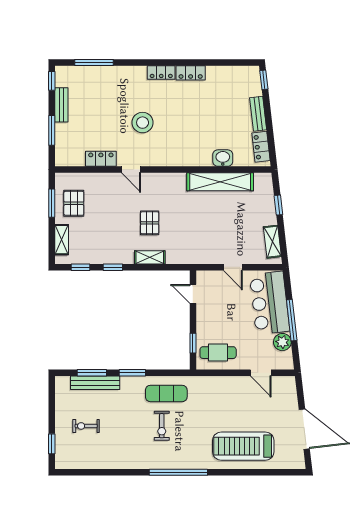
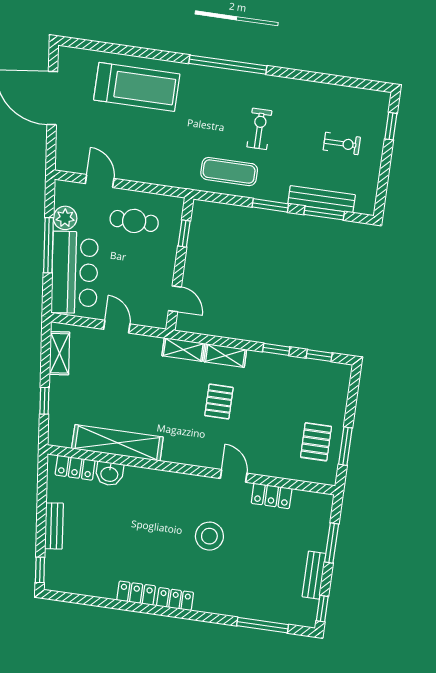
locker: (261, 147) -> (75, 468), moved, turned 97
shelving: (62, 240) -> (183, 350), moved, turned 90
cafe table: (218, 353) -> (134, 221), moved
exercise bike: (162, 426) -> (259, 129), moved

